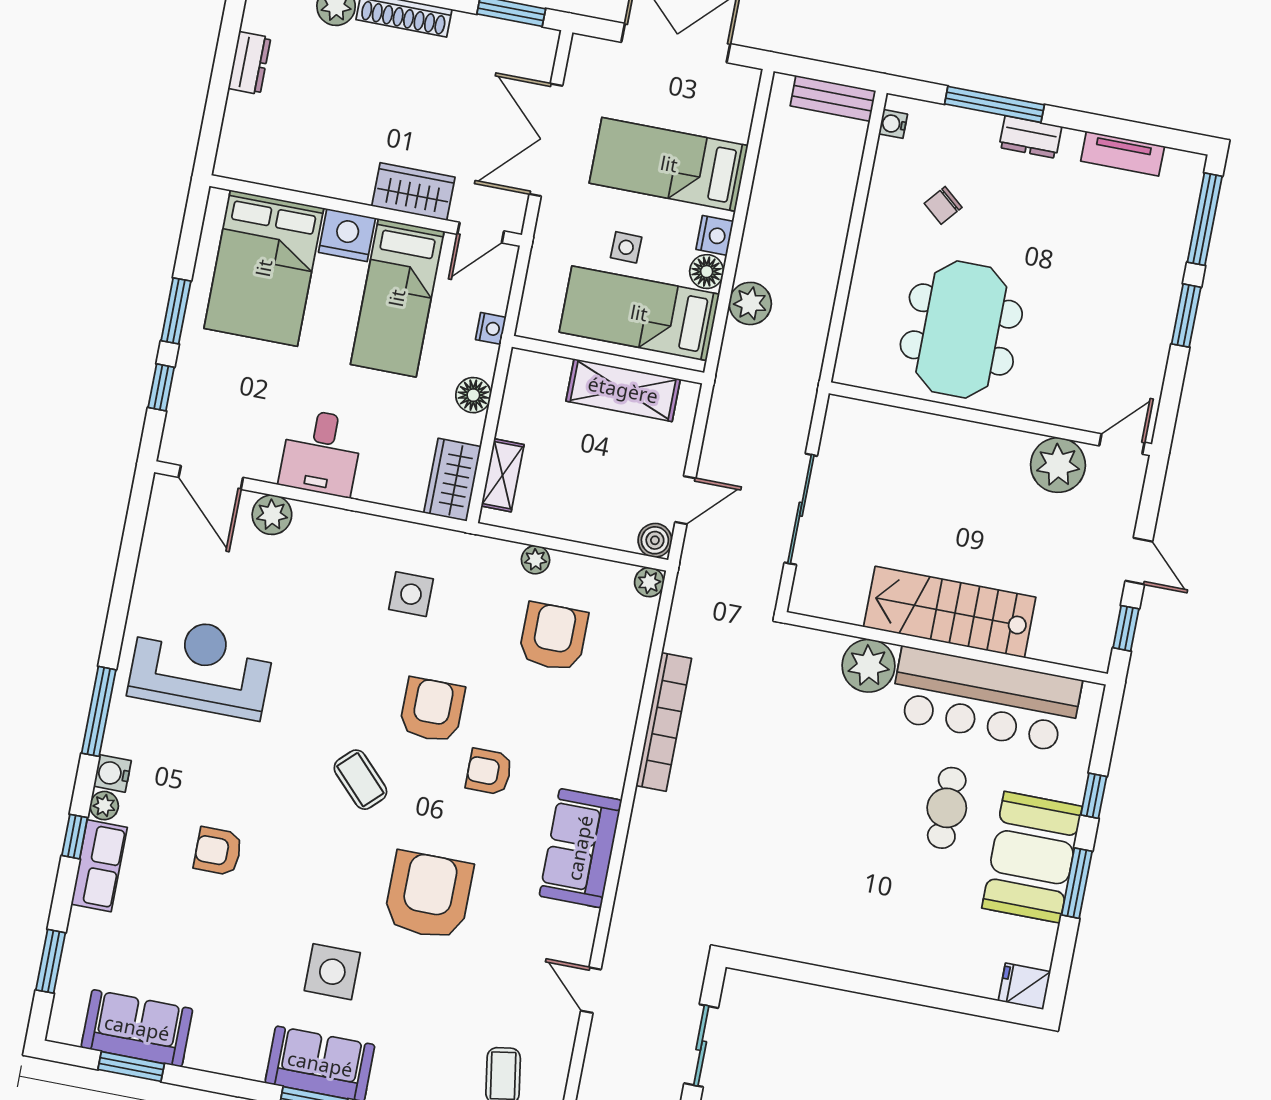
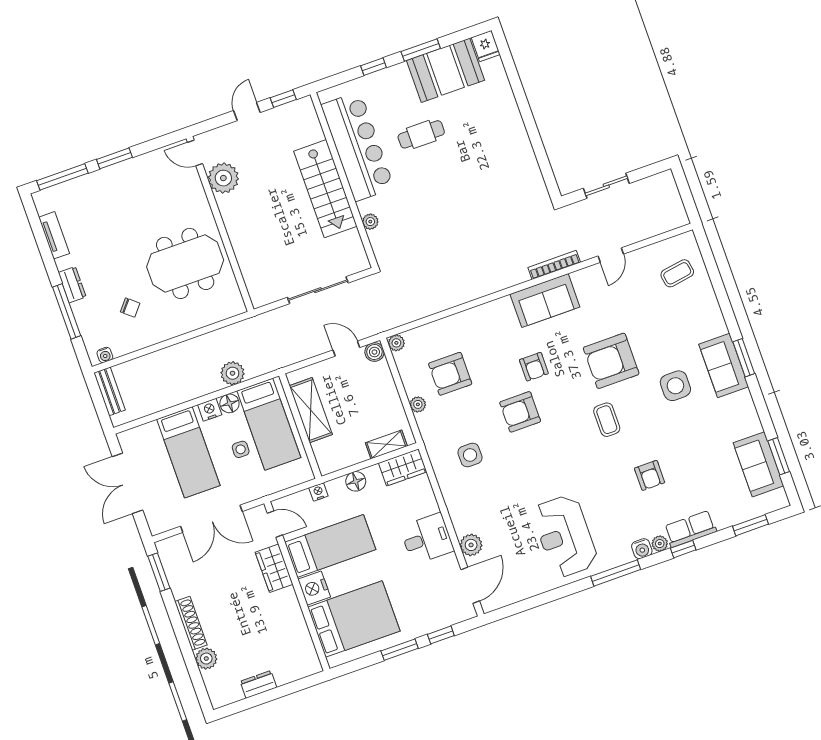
plant: (869, 666) -> (370, 222), width x0.53, depth x0.53
bookcase: (664, 722) -> (554, 265), moved, width x0.68, depth x0.76
coffee table: (360, 780) -> (607, 420), moved, turned -46
booth: (1032, 857) -> (446, 70), moved

